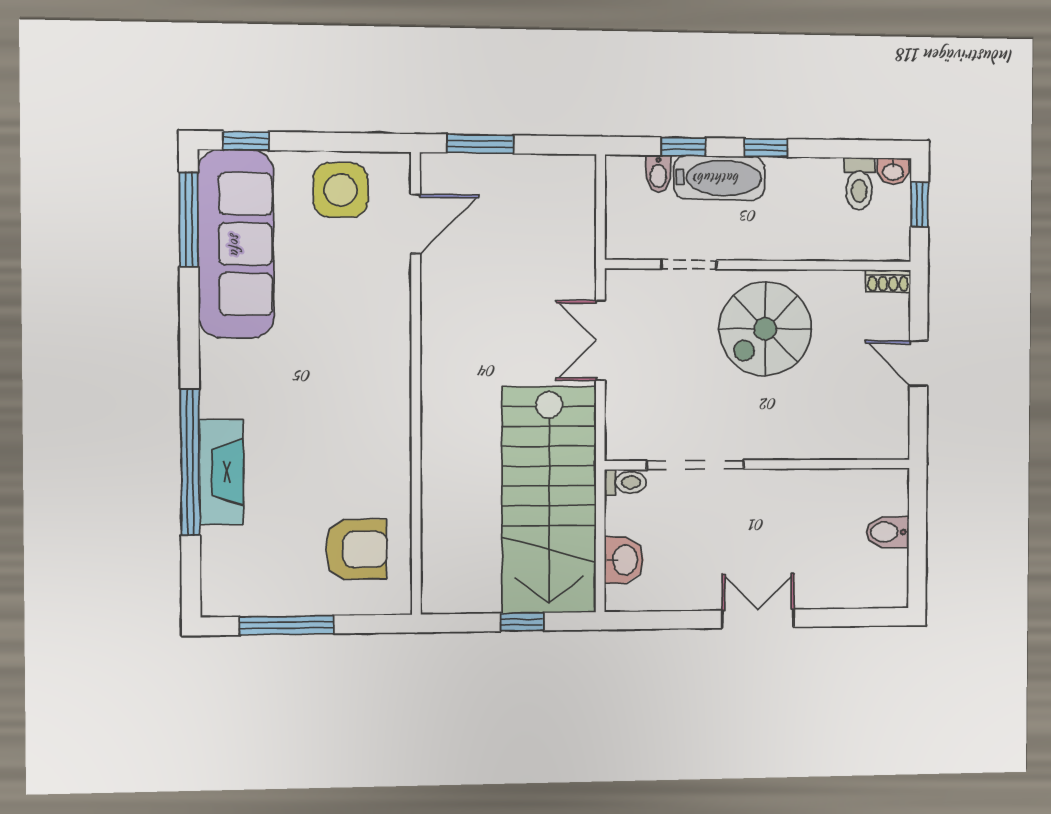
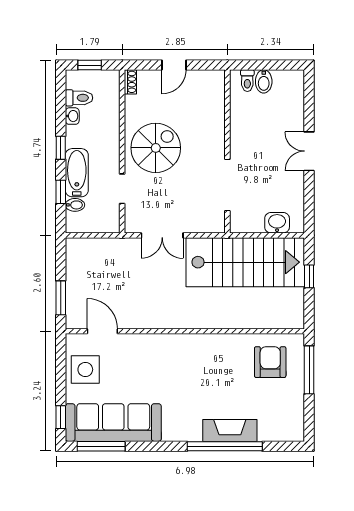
washbasin: (893, 171) -> (72, 116), moved
spiral stairs: (765, 329) -> (156, 148), turned -90
toilet: (625, 482) -> (247, 81), moved, turned 180
window: (286, 625) -> (309, 370), moved

